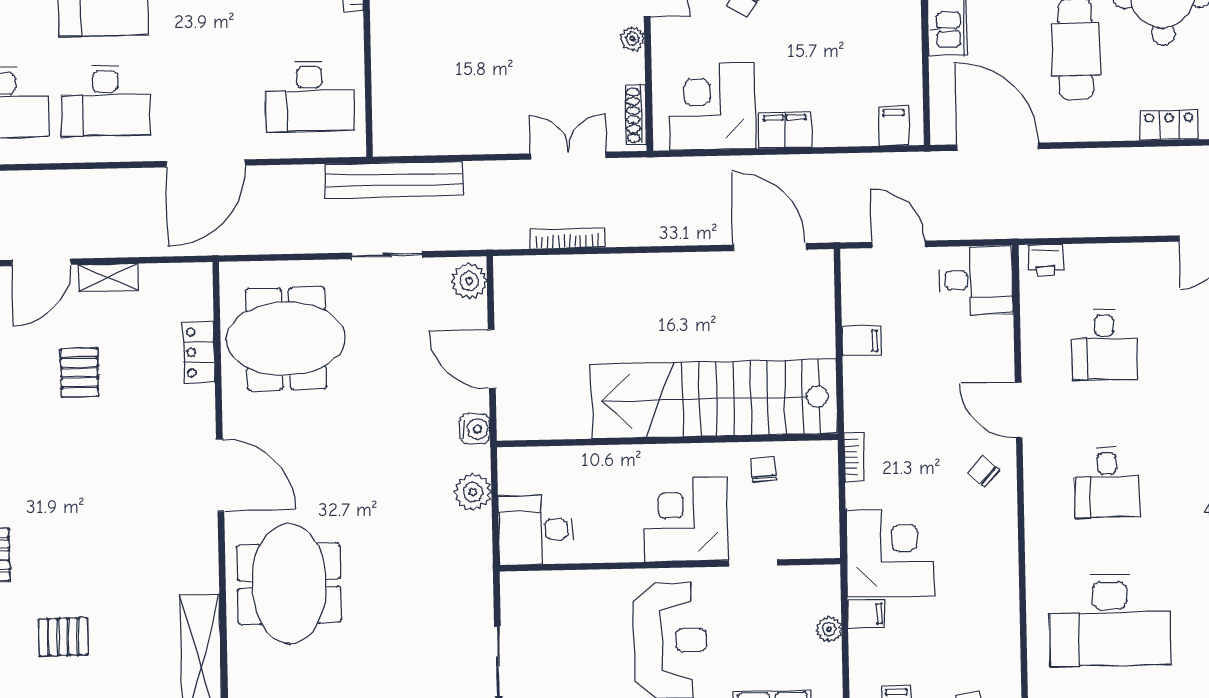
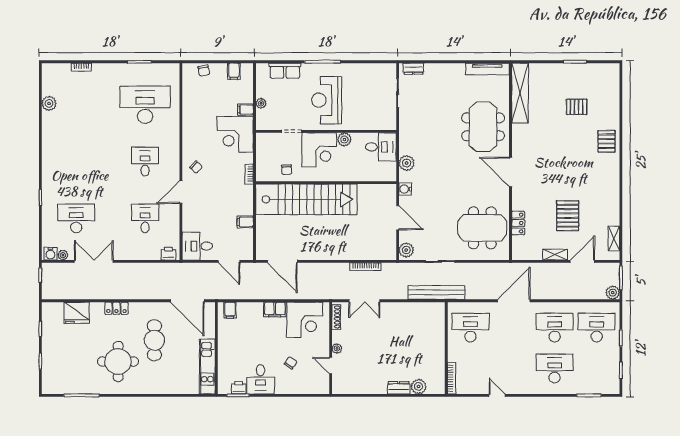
pallet: (79, 373) -> (568, 216), width x1.50, depth x1.42
door: (1019, 410) -> (181, 192), swing flipped
plant: (625, 546) -> (344, 140), added

